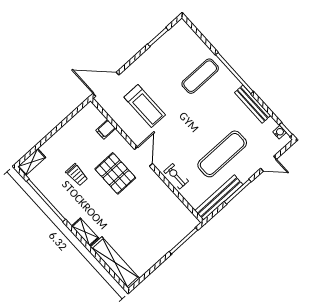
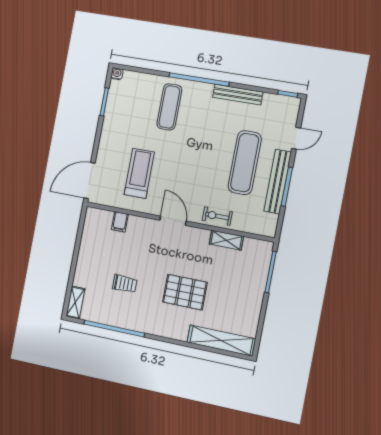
treadmill: (145, 106) -> (139, 173), turned -90
water cooler: (279, 132) -> (117, 74), moved
pallet: (115, 173) -> (185, 292), moved
bench: (219, 198) -> (278, 182), moved
shelving: (85, 232) -> (226, 240), moved

